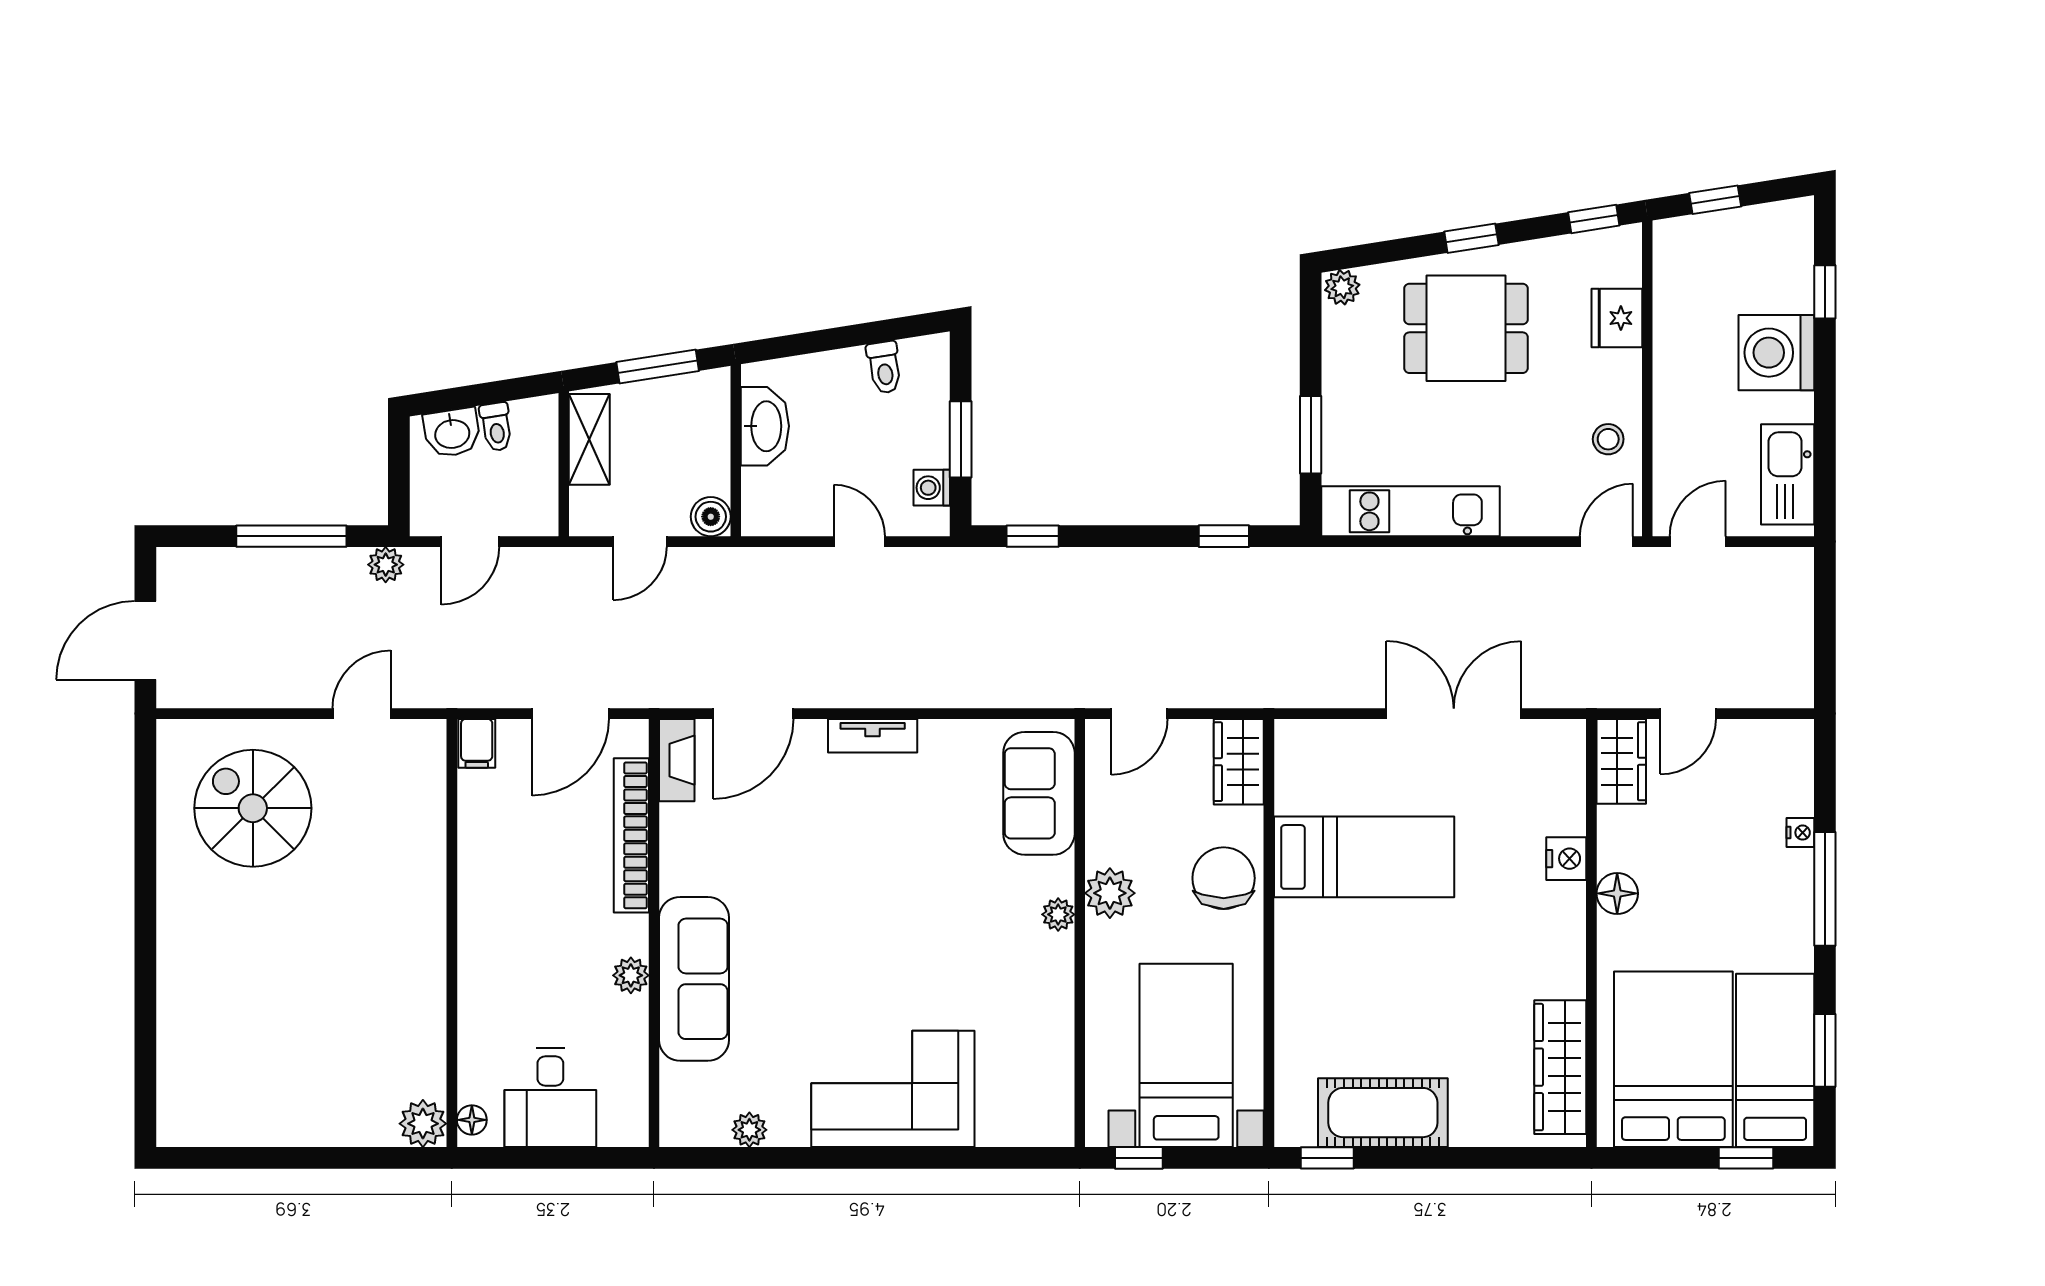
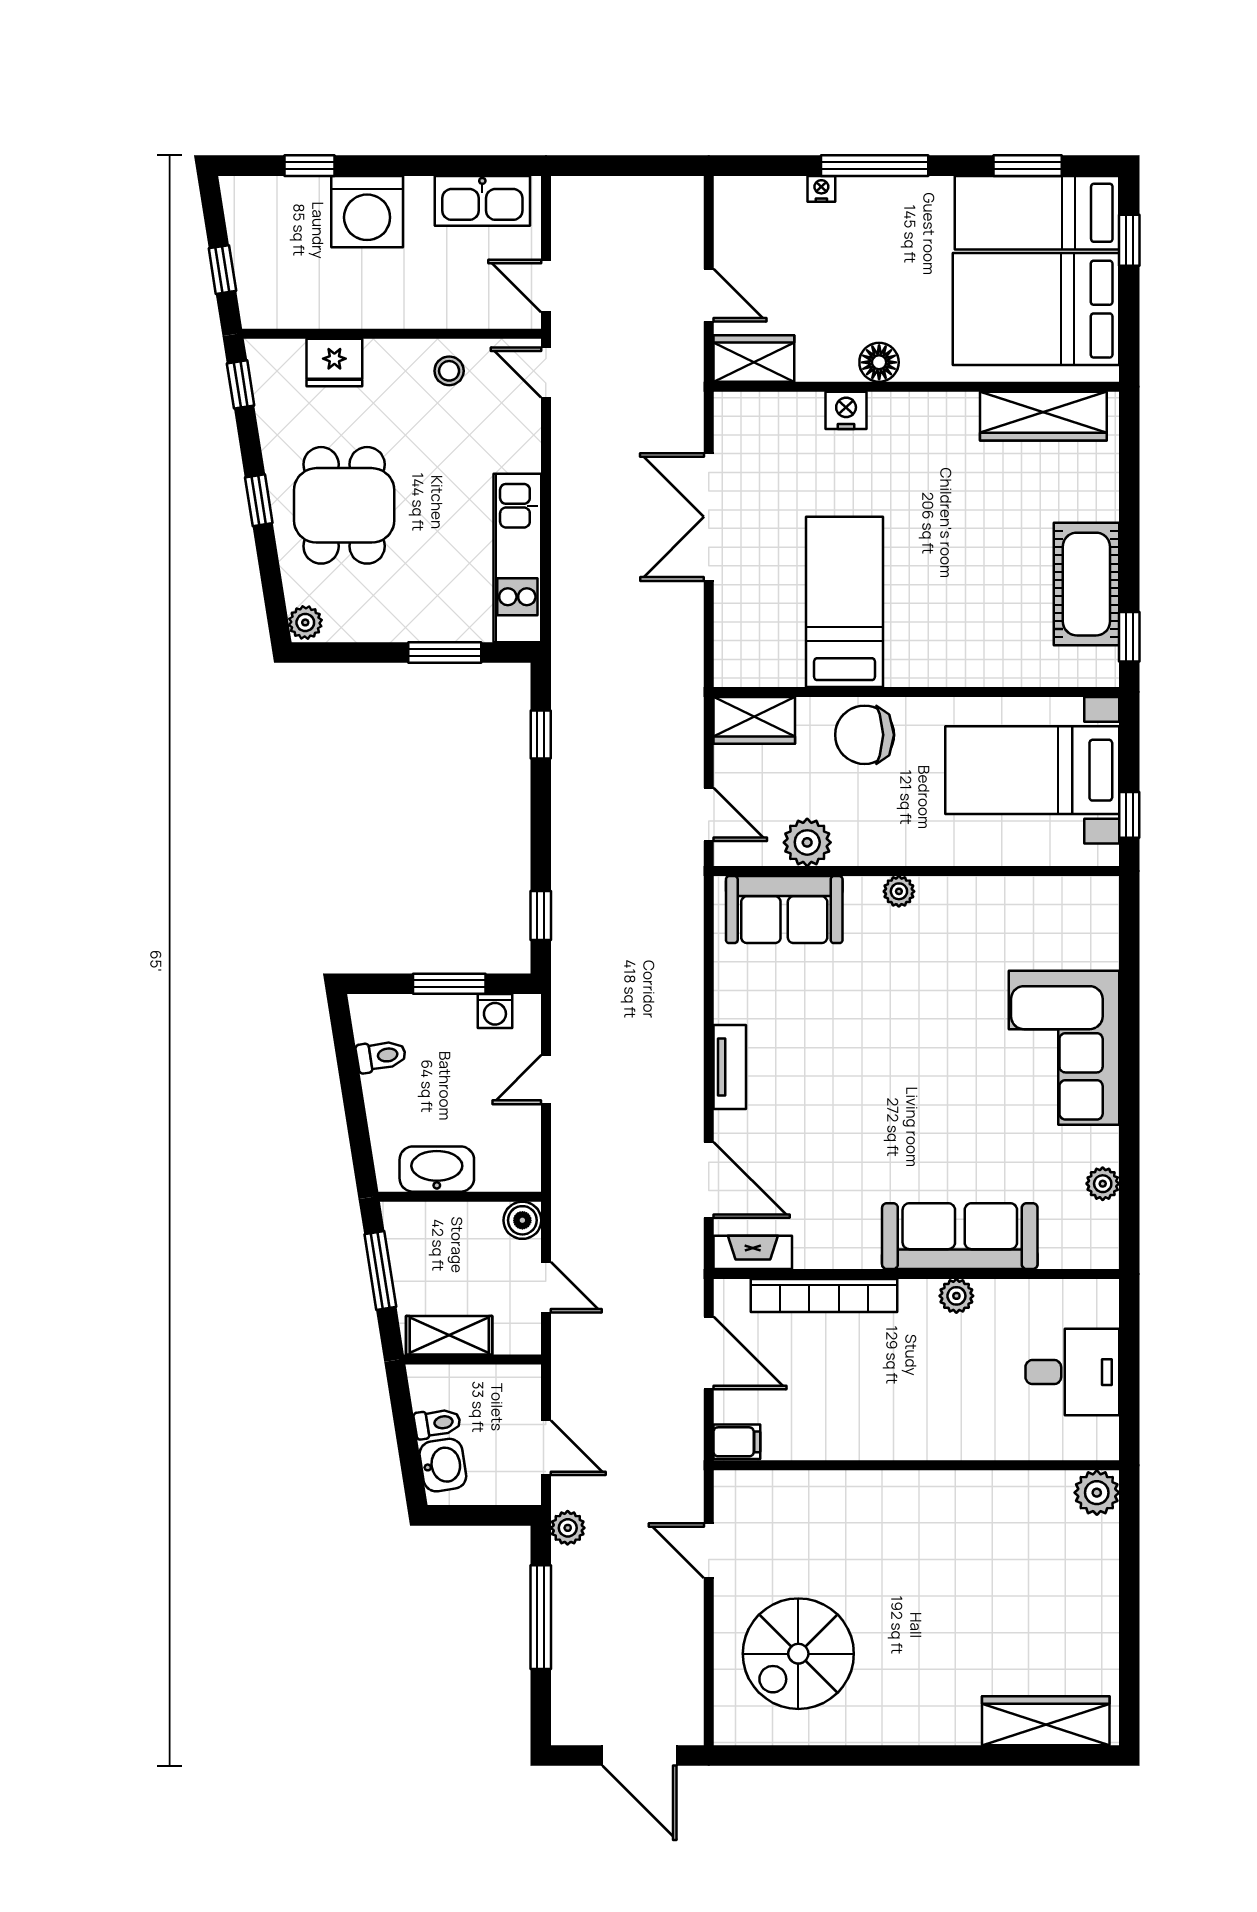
plant: (1110, 893) -> (807, 842), moved
wardrobe: (182, 1070) -> (1046, 1721), added
floor lamp: (472, 1120) -> (1093, 1446), removed

